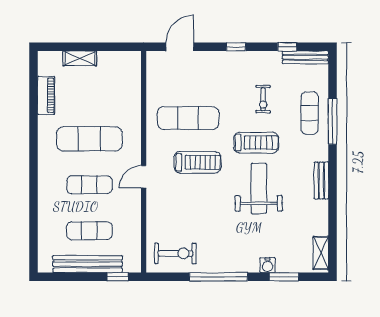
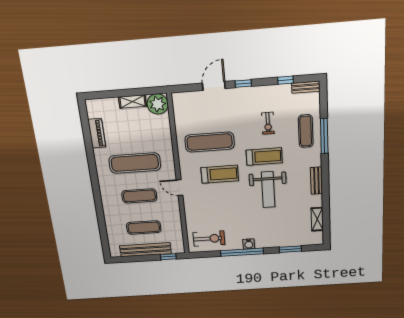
door: (180, 47) -> (214, 86), moved
bench: (305, 57) -> (306, 87), width x0.73
shelving: (80, 58) -> (132, 102), moved
plant: (128, 64) -> (158, 104), added
door: (144, 177) -> (180, 187), hinge flipped
weight bench: (259, 188) -> (268, 190), turned 180
shelving: (321, 253) -> (317, 219), moved
water cooler: (268, 265) -> (249, 244), moved

